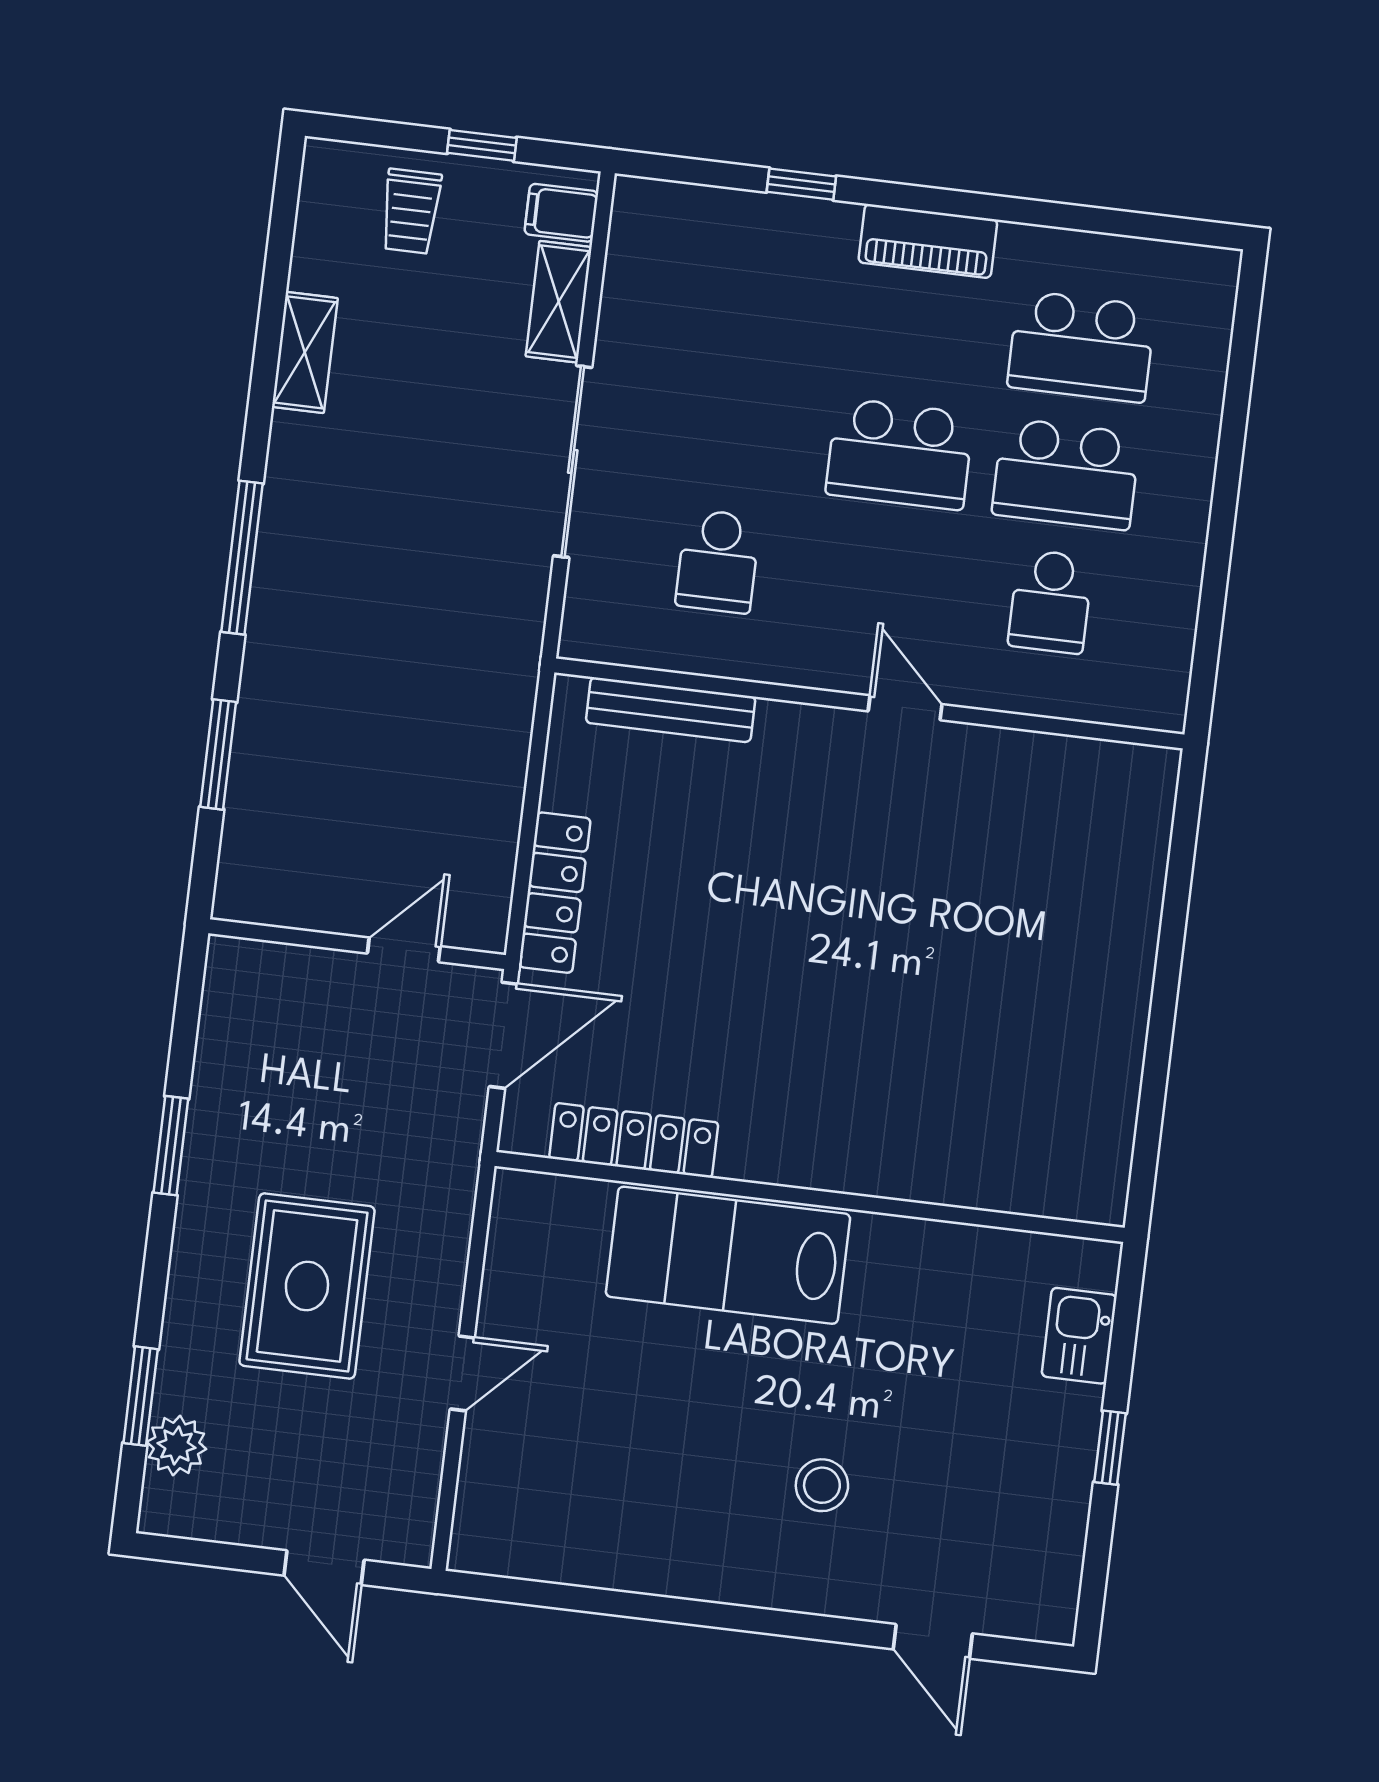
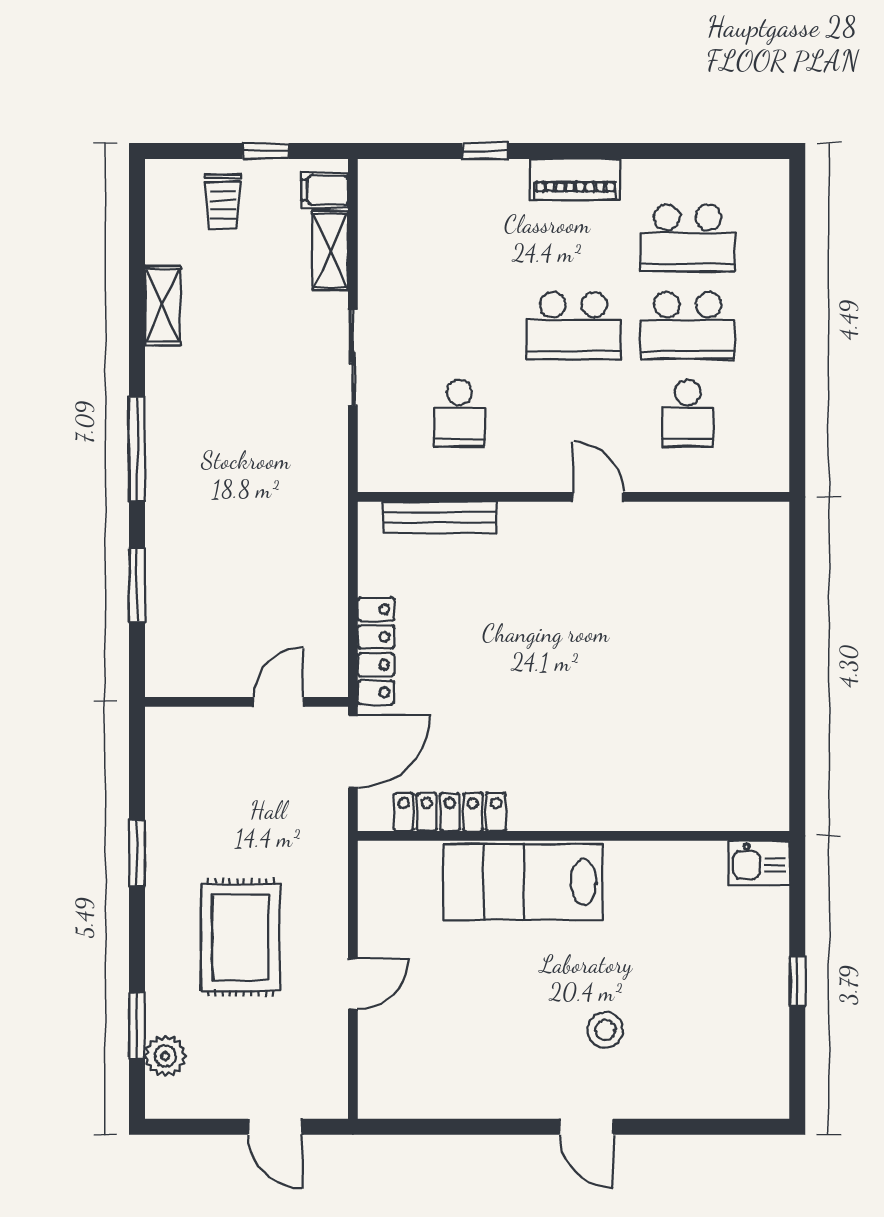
sliding door: (573, 462) -> (353, 358), width x0.73
kitchen sink: (1079, 1336) -> (759, 863), moved, turned -90
door: (933, 1641) -> (586, 1127), moved

